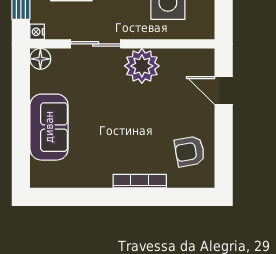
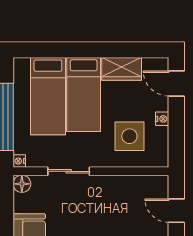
plant: (142, 66) -> (107, 190), removed

